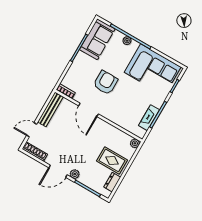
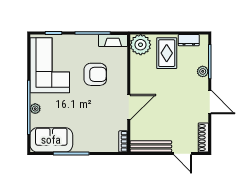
armchair: (106, 83) -> (95, 74), moved, turned 180
fireplace: (149, 118) -> (113, 40), moved
plant: (135, 143) -> (141, 45), width x1.88, depth x1.88
plant: (75, 174) -> (203, 71), moved

